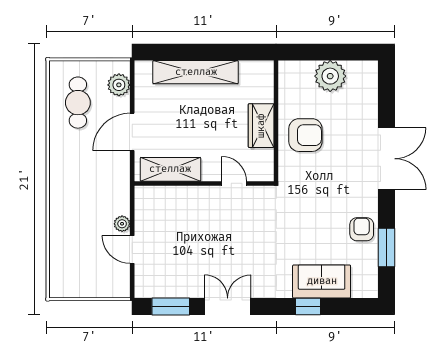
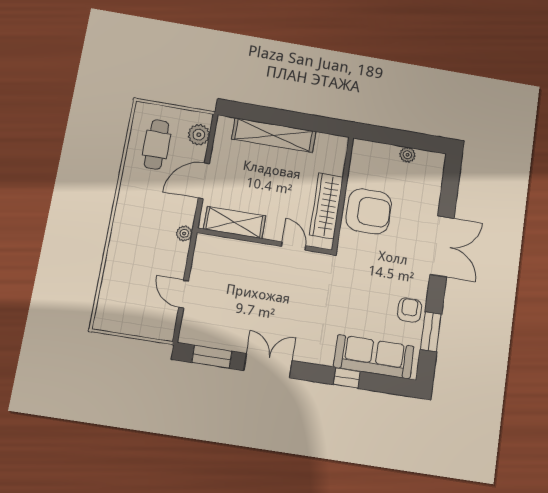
plant: (330, 76) -> (407, 155), width x0.53, depth x0.53
wardrobe: (261, 126) -> (326, 206), width x1.50
armchair: (305, 135) -> (369, 211), width x1.36, depth x1.36
plant: (122, 224) -> (184, 233), moved
sofa: (322, 281) -> (374, 357), width x1.36

